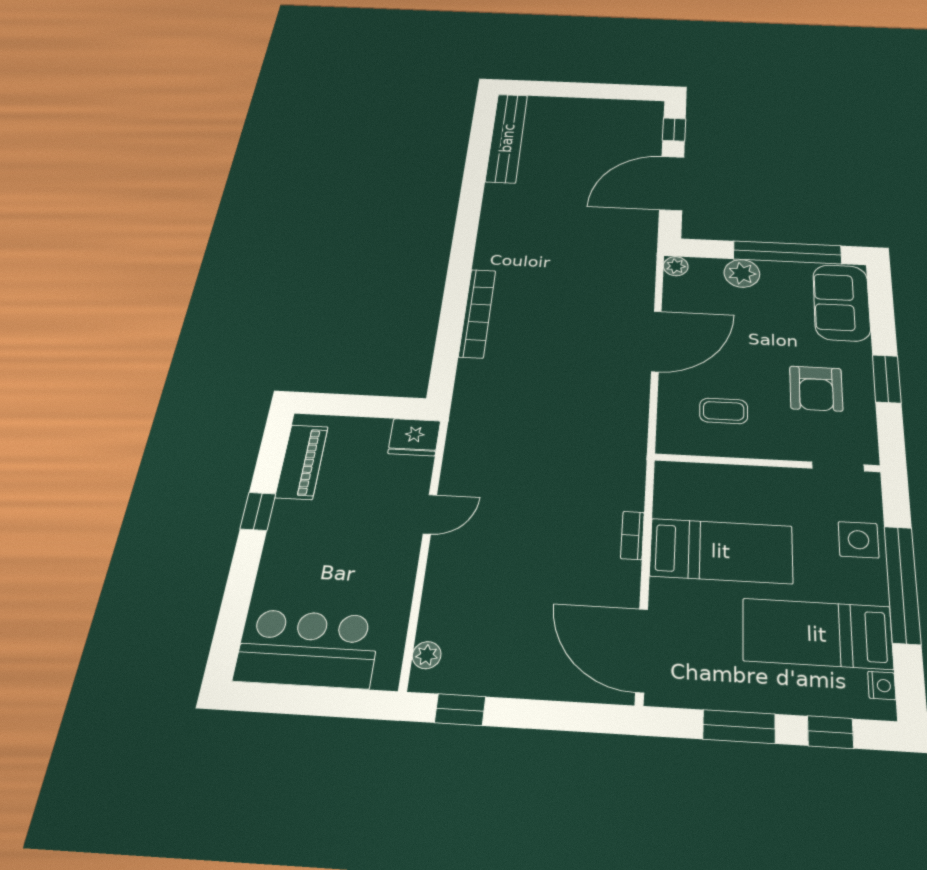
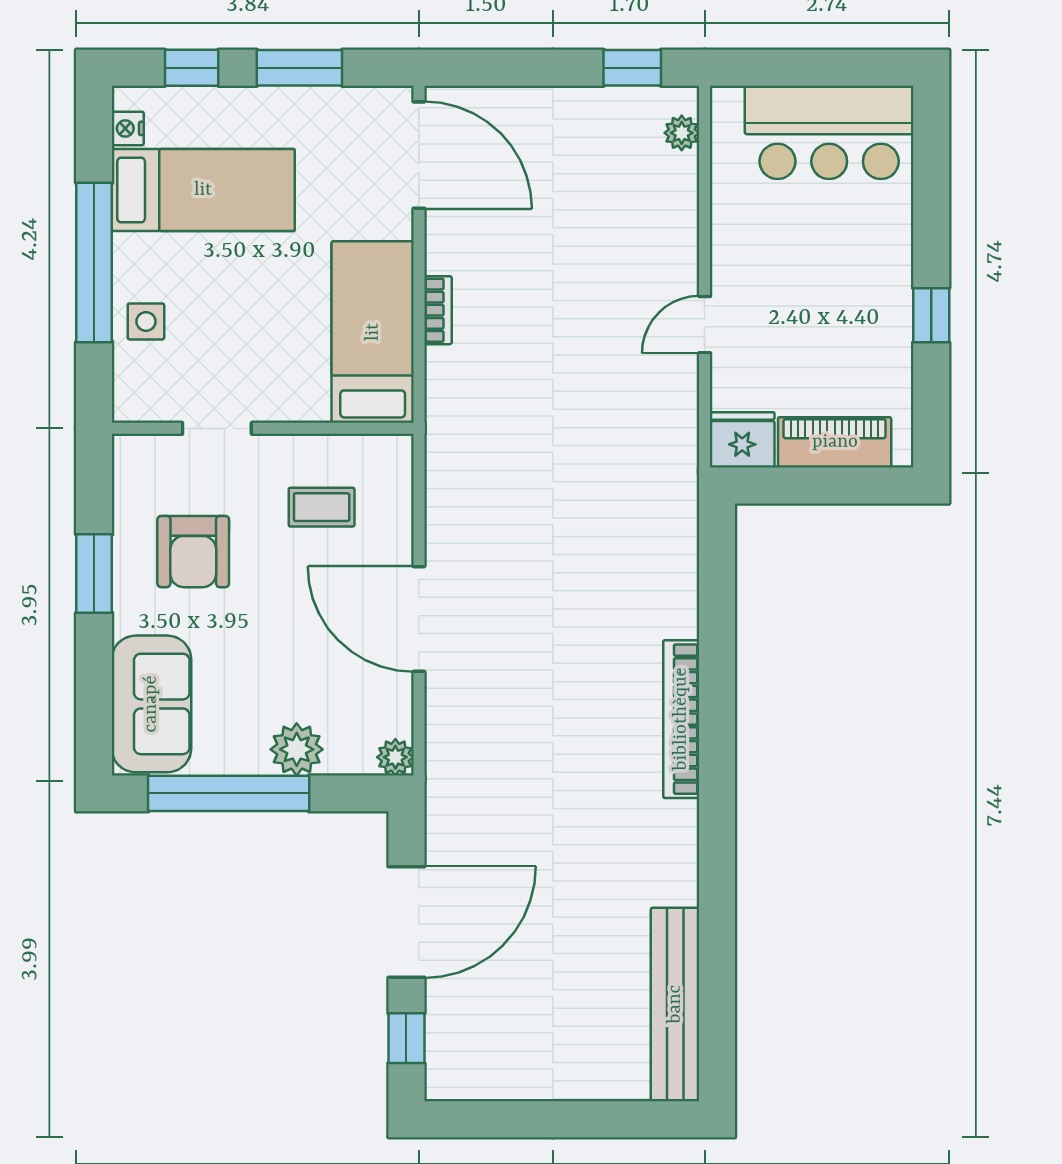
bookcase: (477, 313) -> (681, 719), moved
door: (656, 341) -> (419, 619), hinge flipped
armchair: (816, 389) -> (193, 552), turned 180
piano: (302, 462) -> (835, 442), moved, turned 90
doorway: (838, 467) -> (217, 428), moved
side table: (858, 540) -> (146, 321), width x0.73, depth x0.73
bed: (721, 551) -> (373, 332), moved, turned 90

